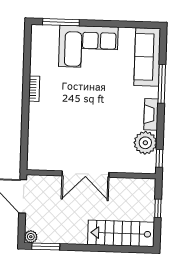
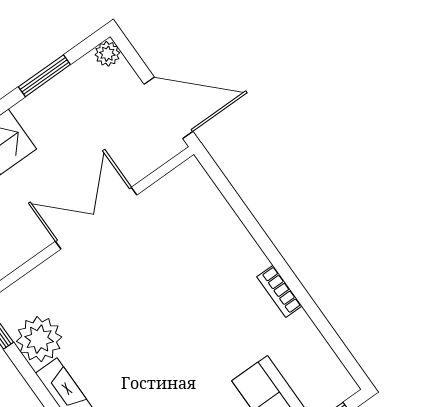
window: (46, 247) -> (44, 76), moved

